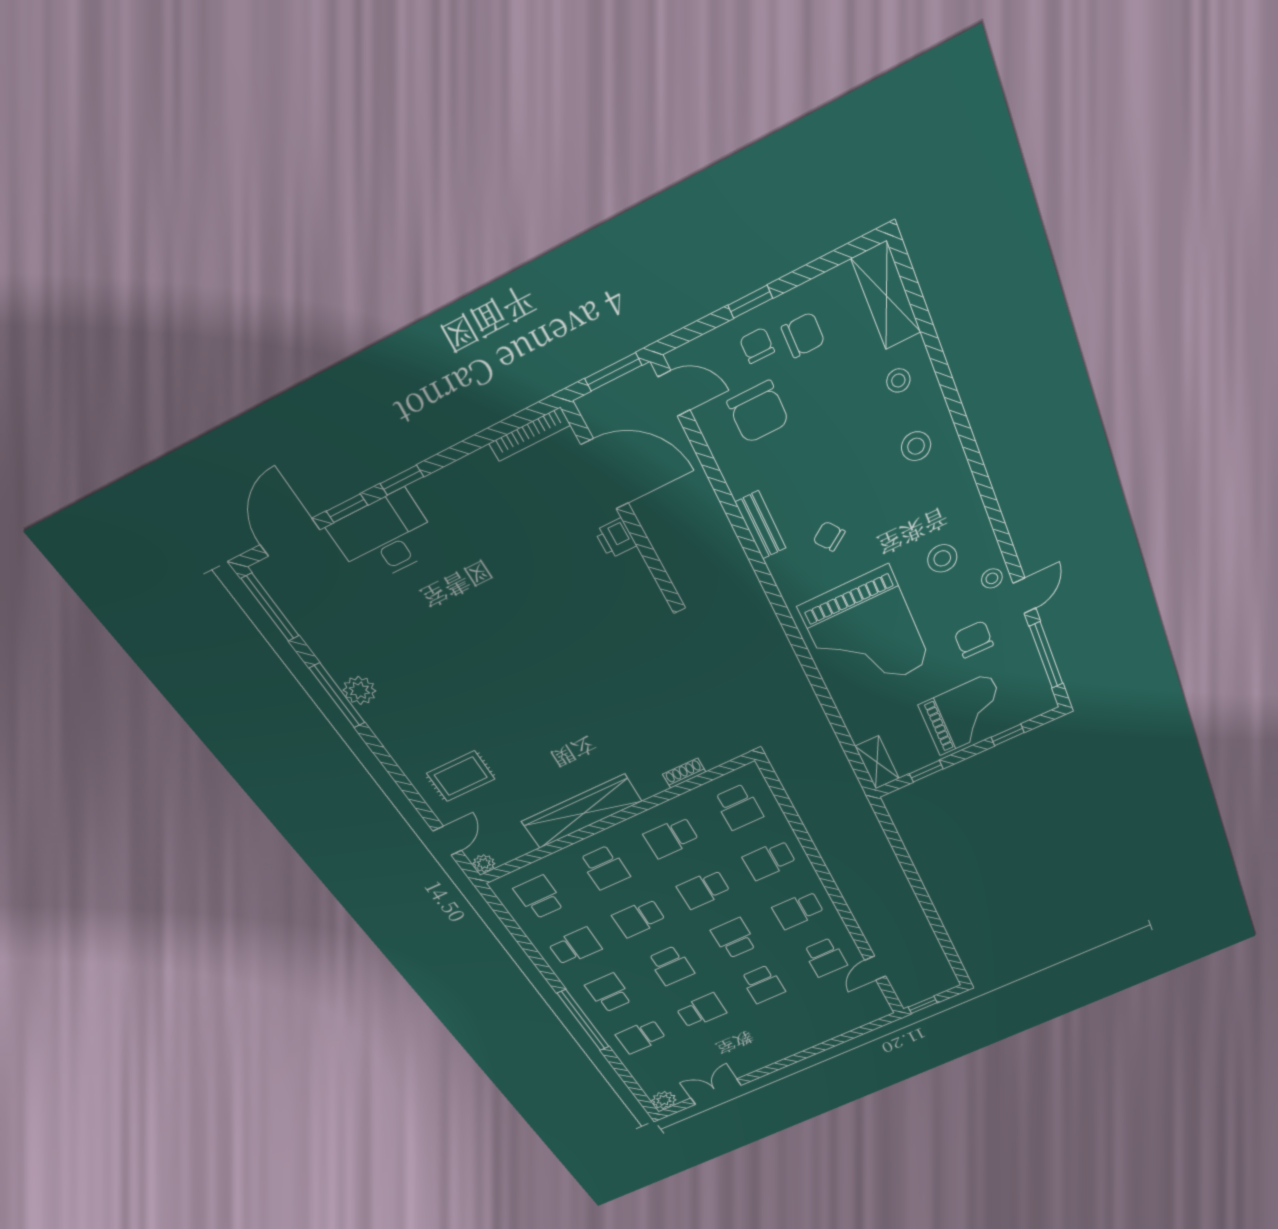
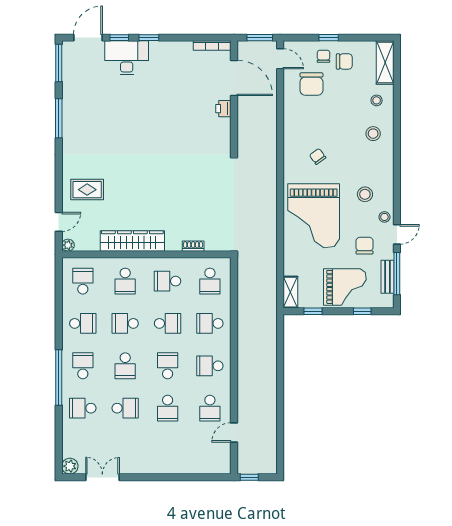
bench: (761, 525) -> (387, 277), moved
plant: (359, 690) -> (70, 121), removed
school desk: (704, 889) -> (168, 323), turned 180

